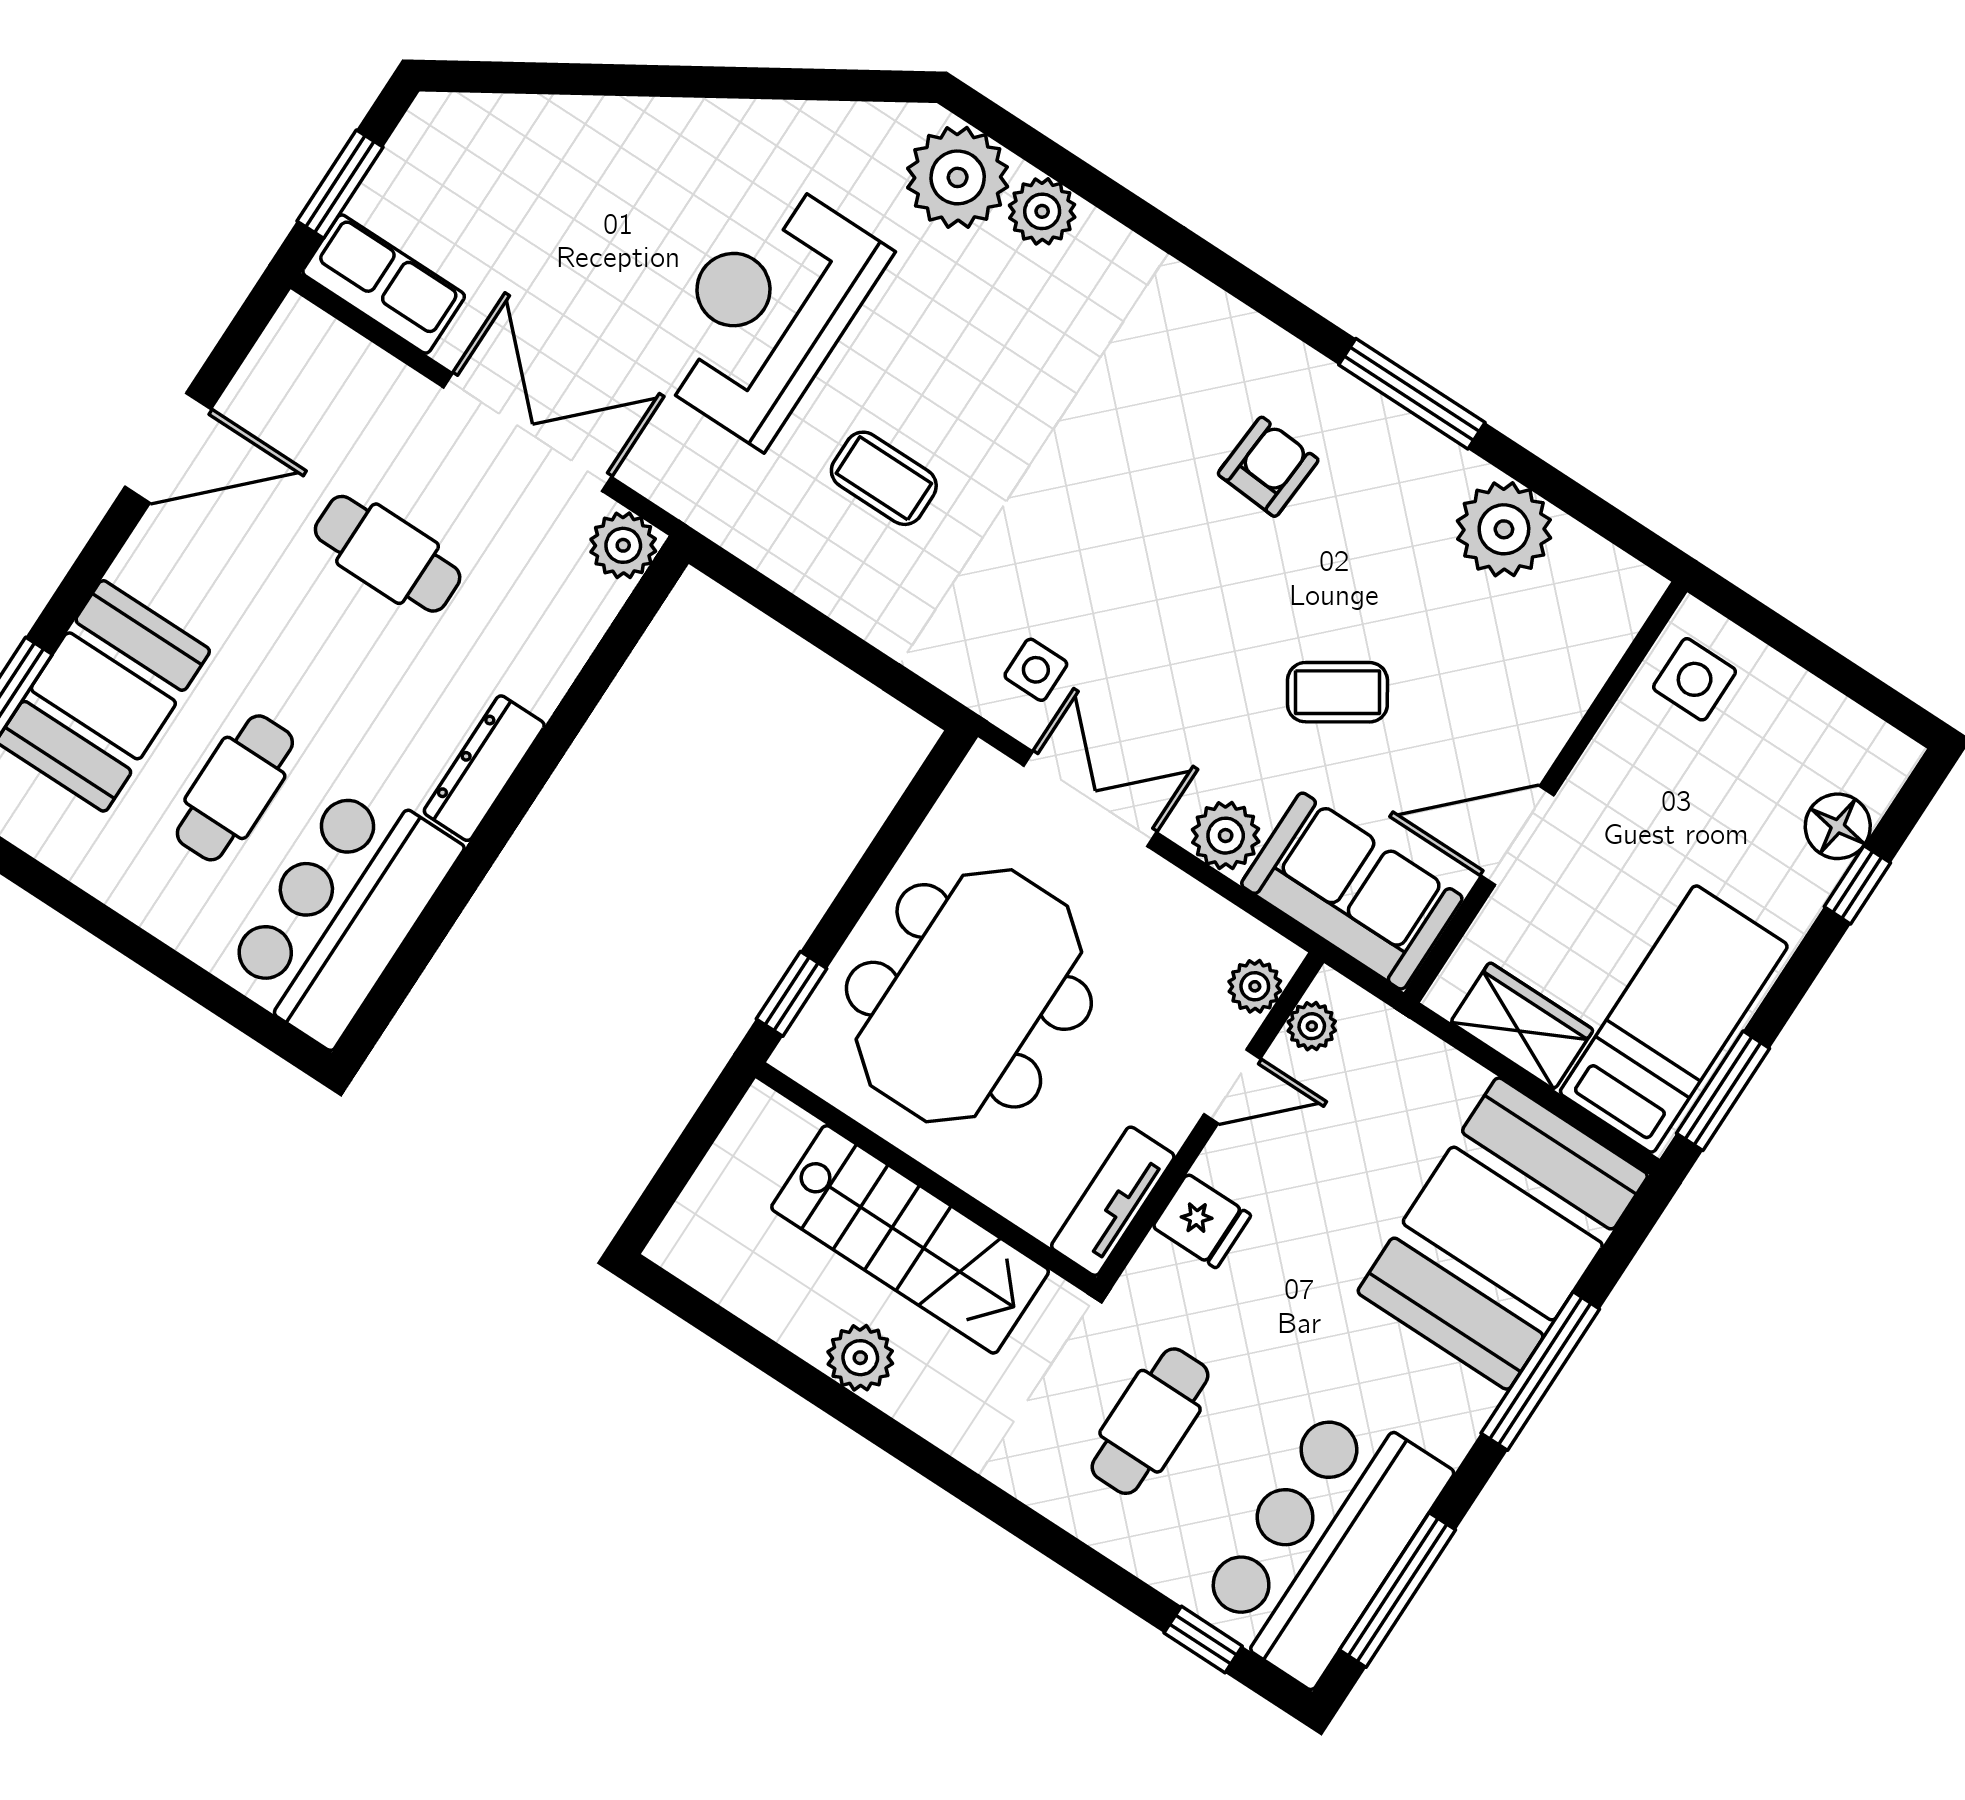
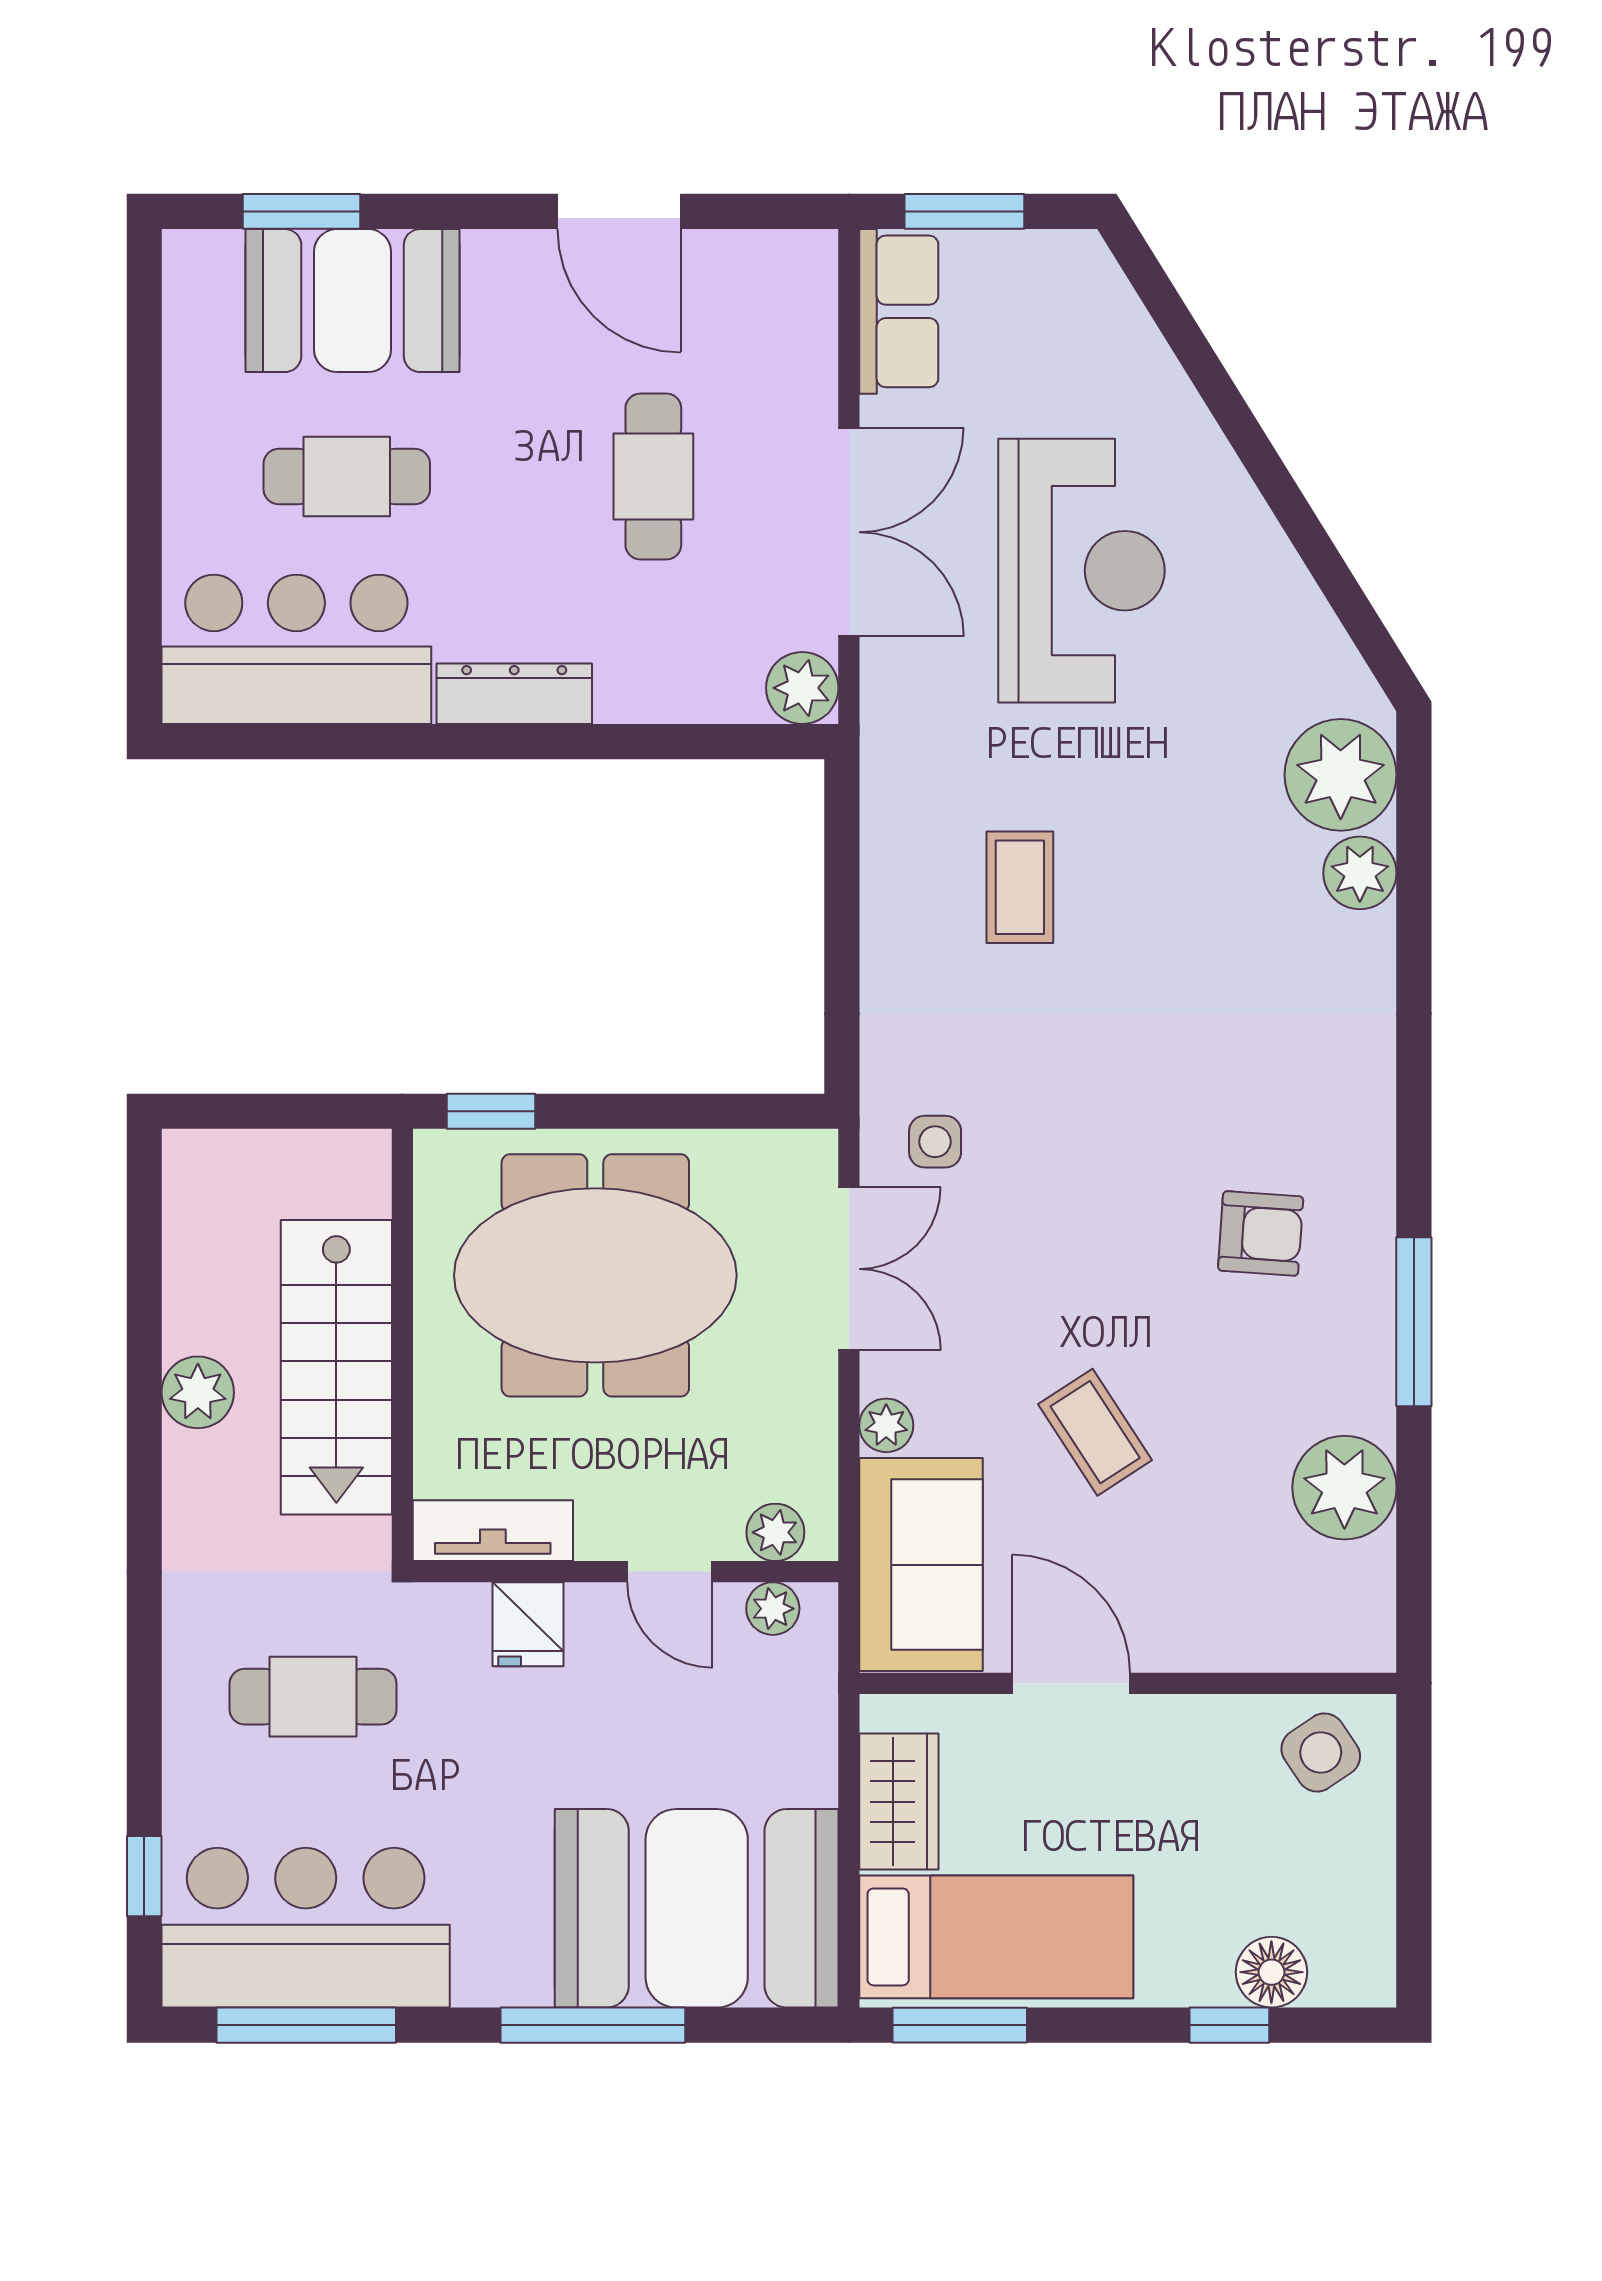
reception desk: (766, 311) -> (1082, 571), moved, turned 90
side table: (1695, 679) -> (1321, 1753), turned -34
plant: (1226, 836) -> (886, 1425), width x0.73, depth x0.73

